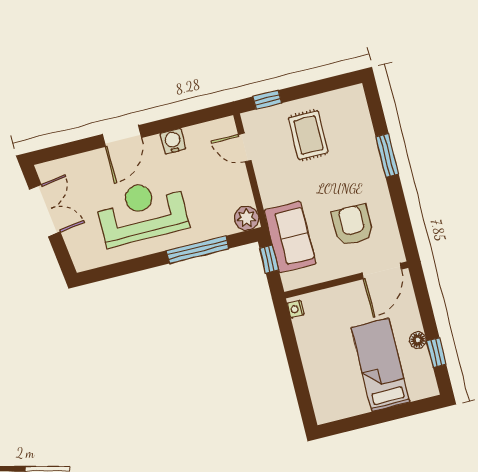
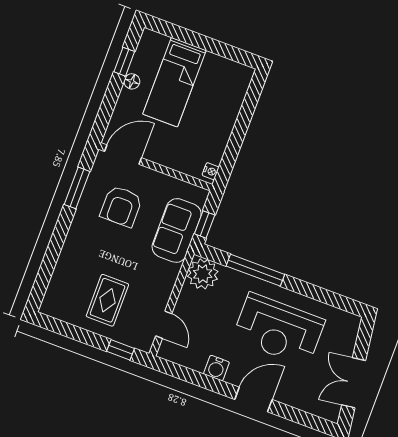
window: (387, 155) -> (77, 188), moved
plant: (247, 218) -> (203, 274), width x1.36, depth x1.36

